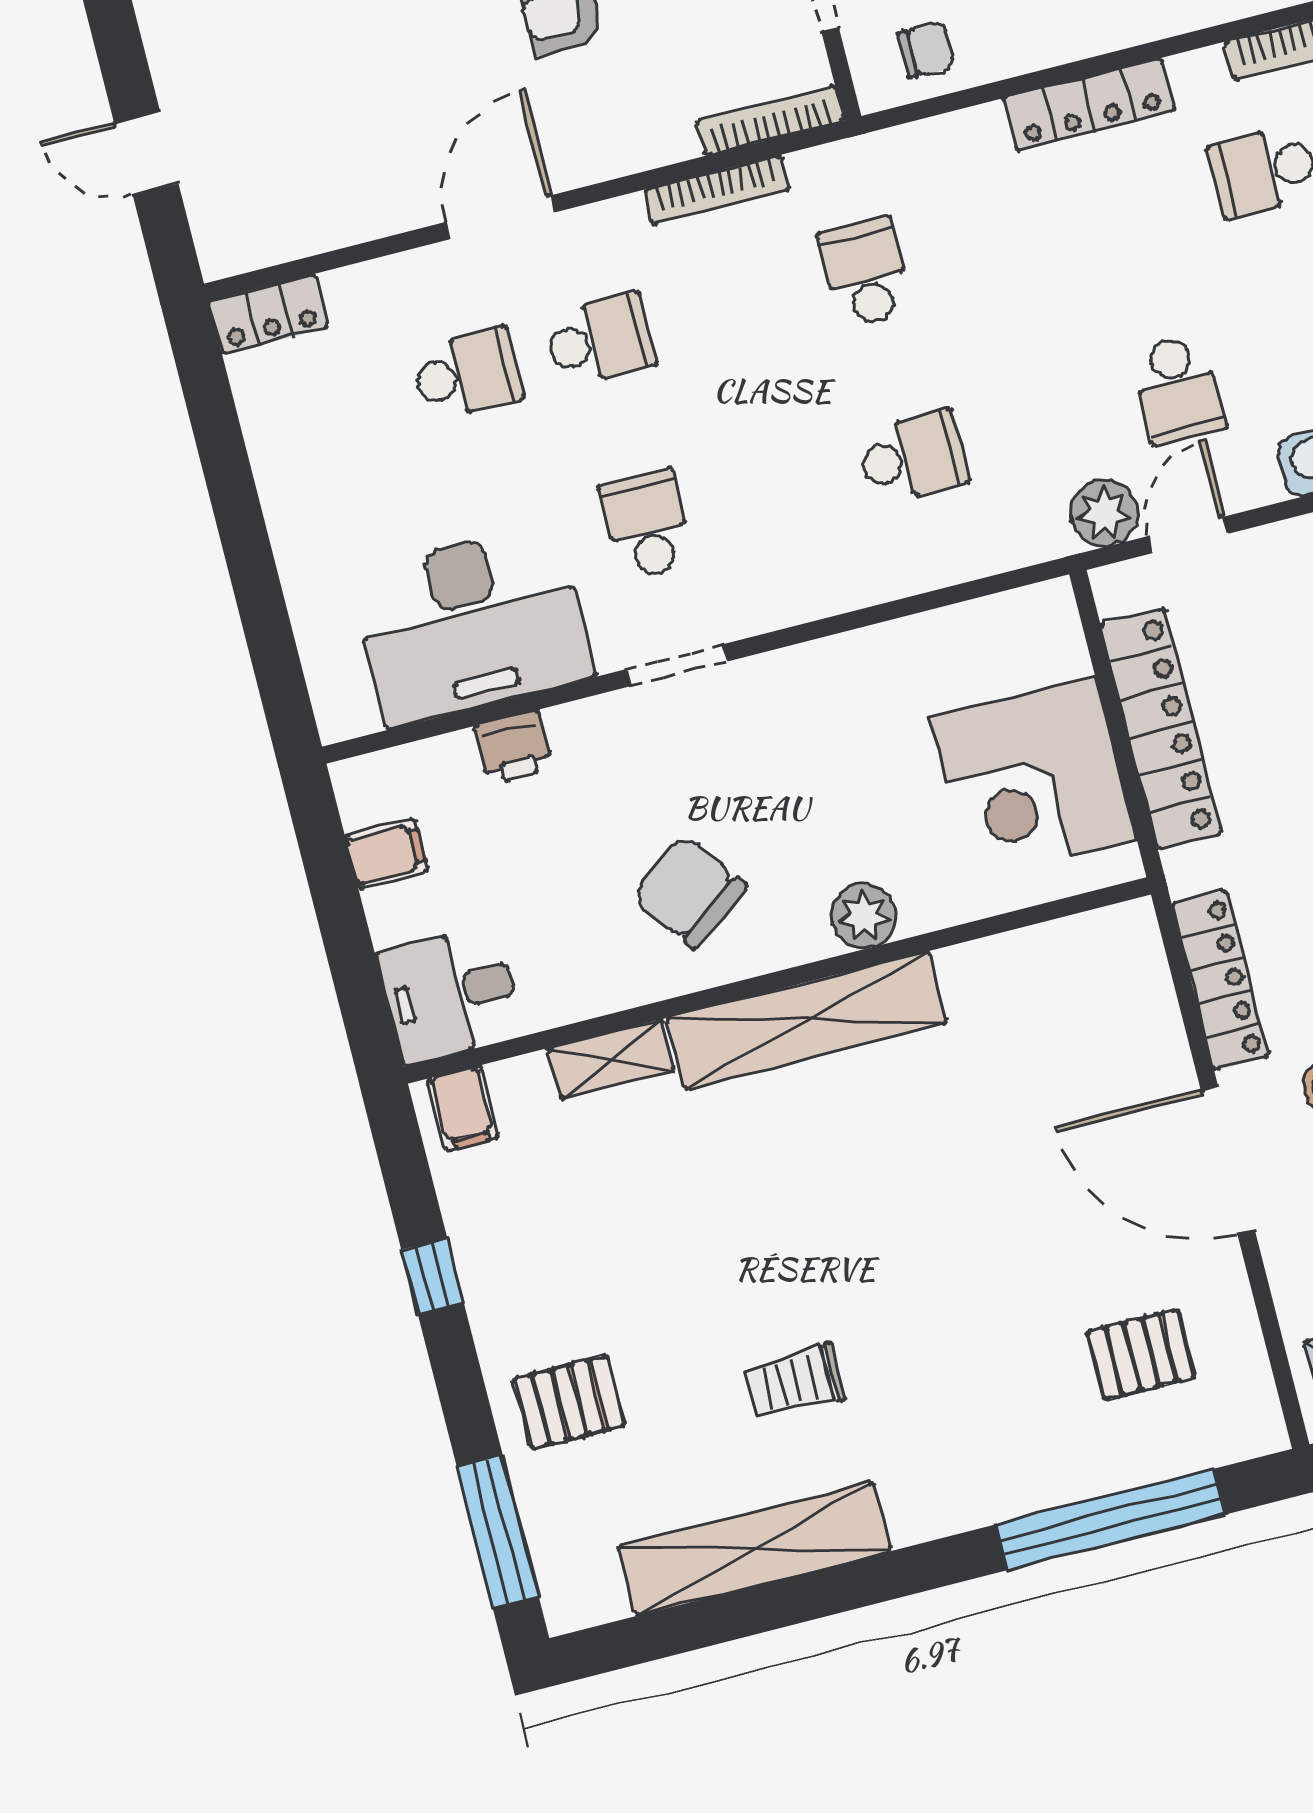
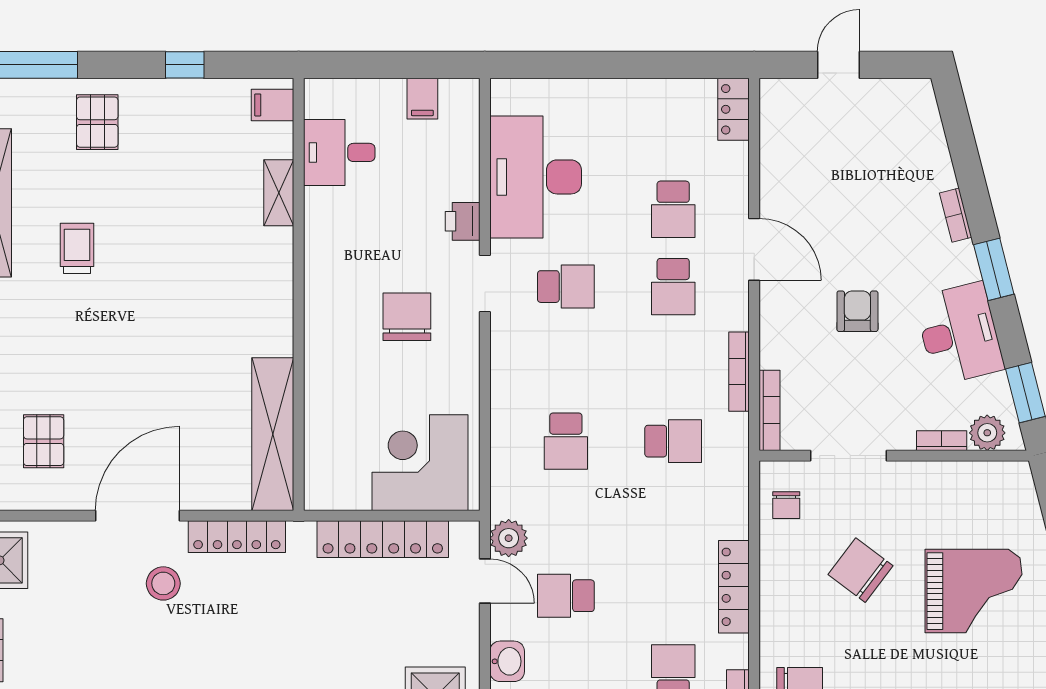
printer: (513, 748) -> (463, 221), moved
corner desk: (1034, 779) -> (420, 463), moved
chair: (690, 892) -> (407, 317), moved, turned -54
plant: (864, 916) -> (322, 351), removed
desk: (450, 994) -> (339, 152), moved, turned -90
shelving: (807, 1020) -> (273, 434), moved

